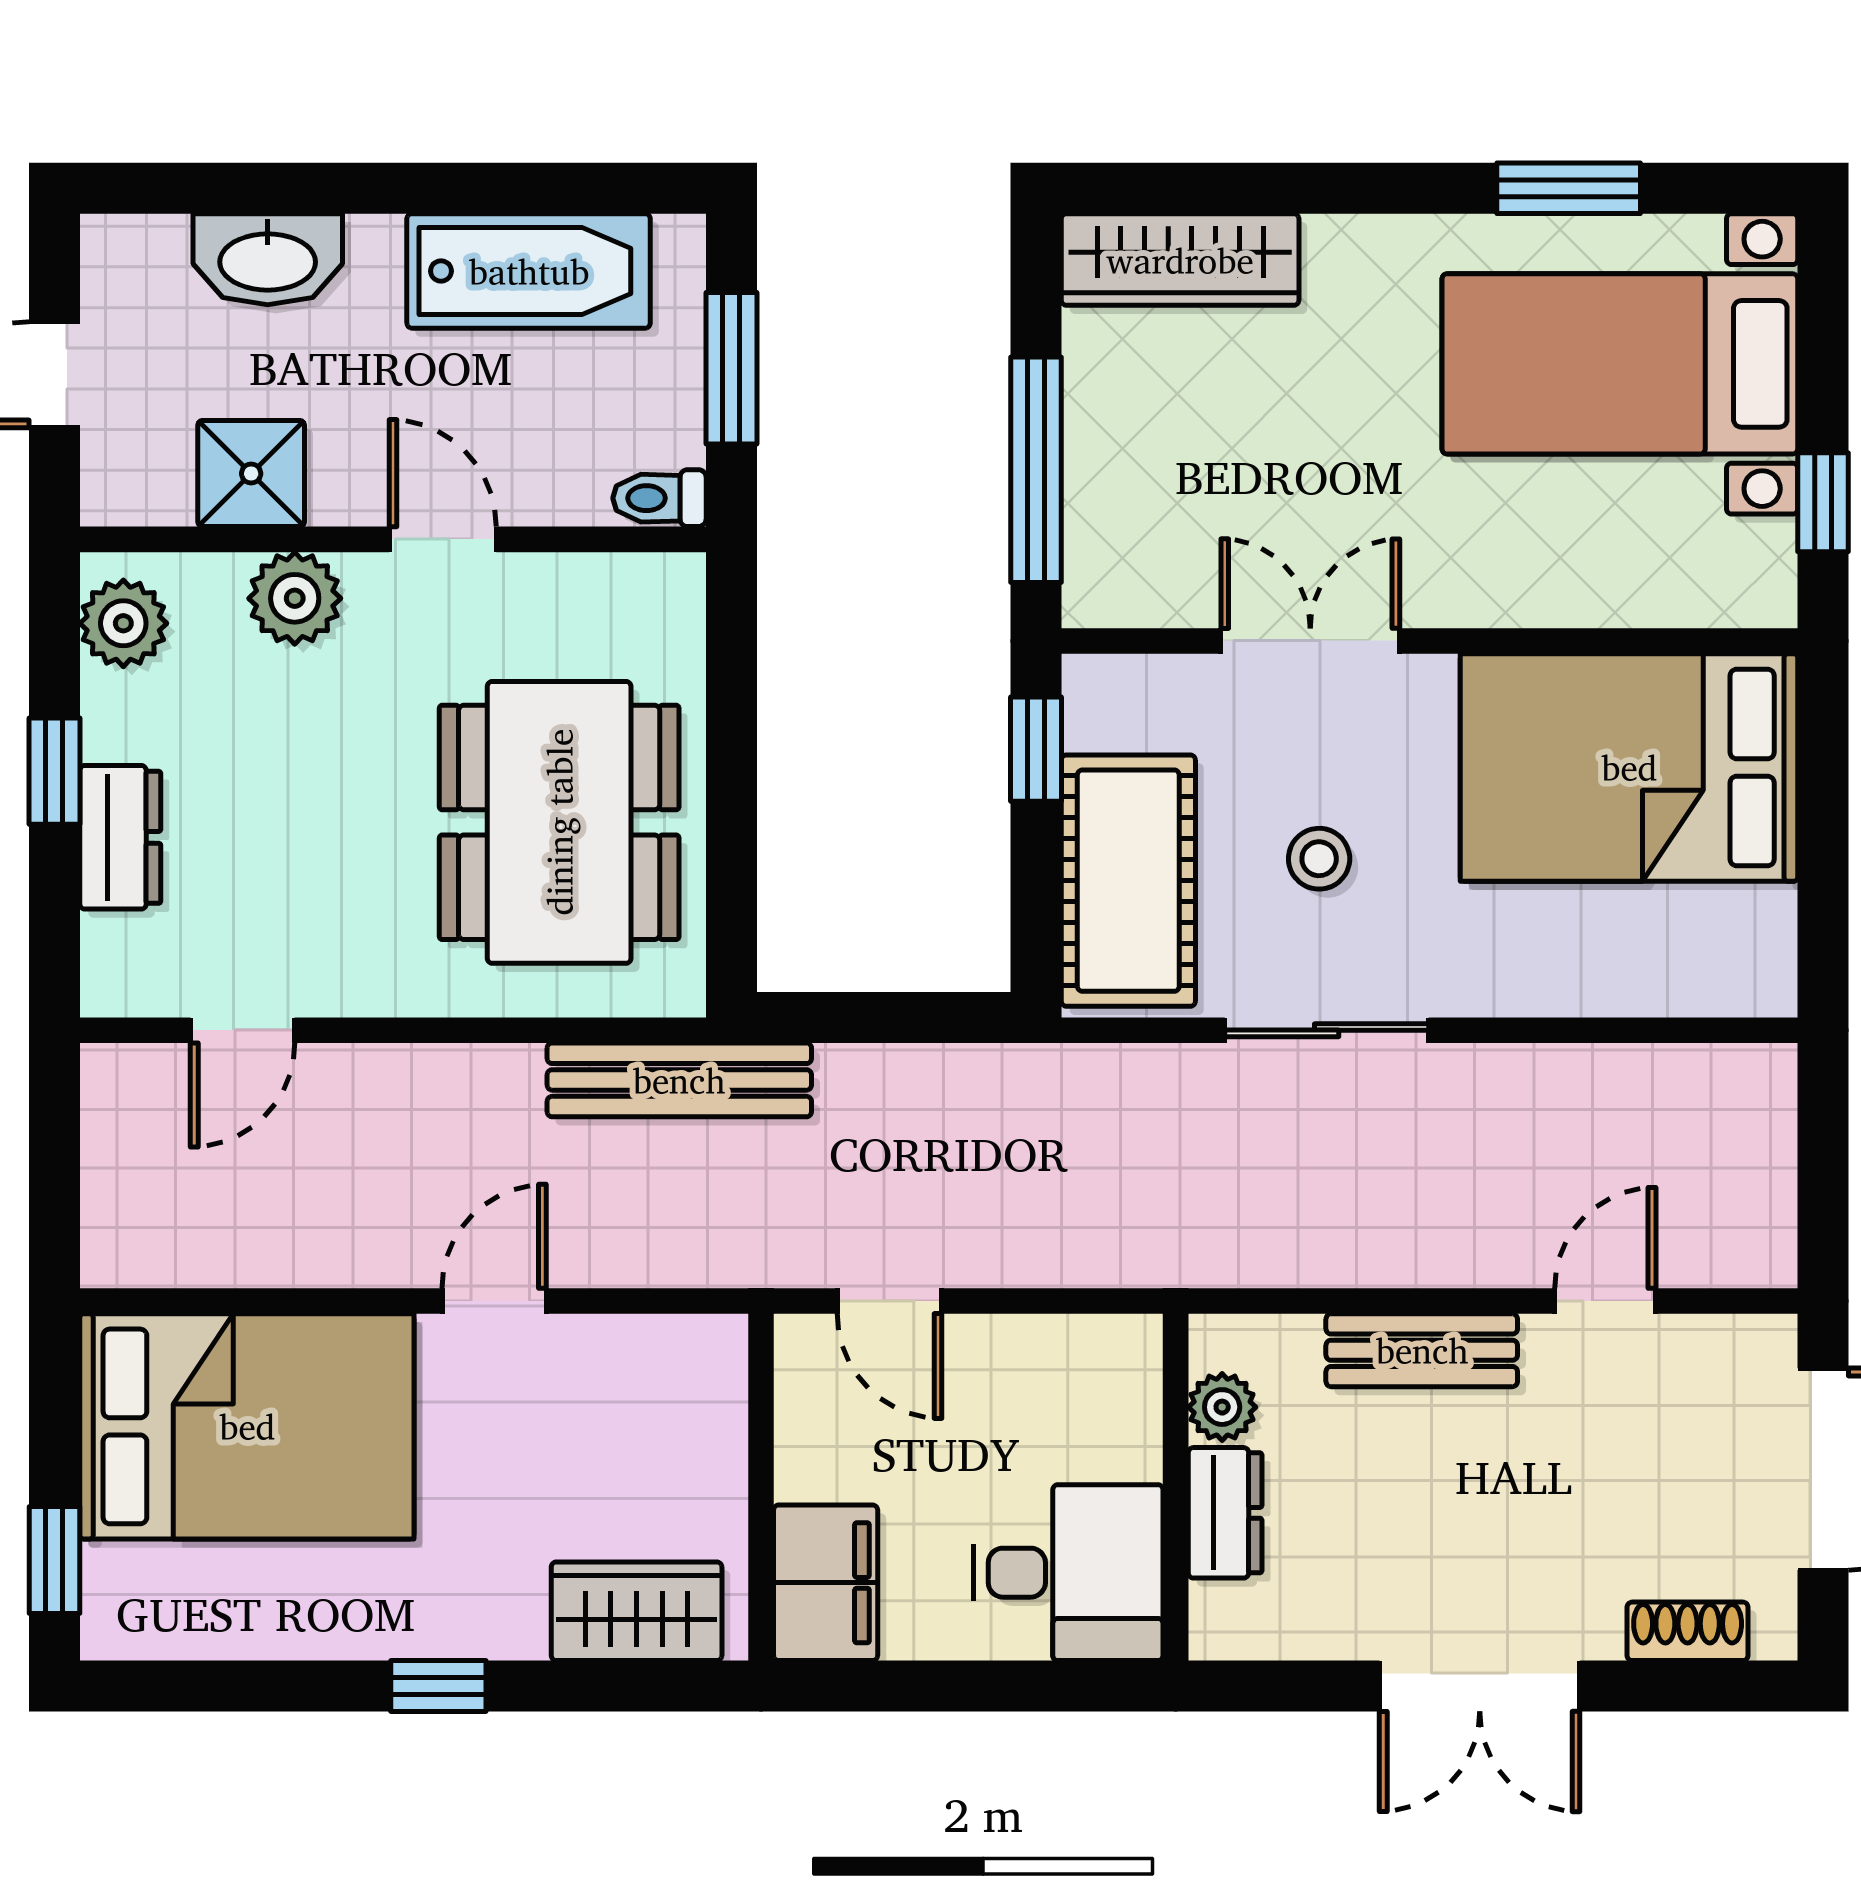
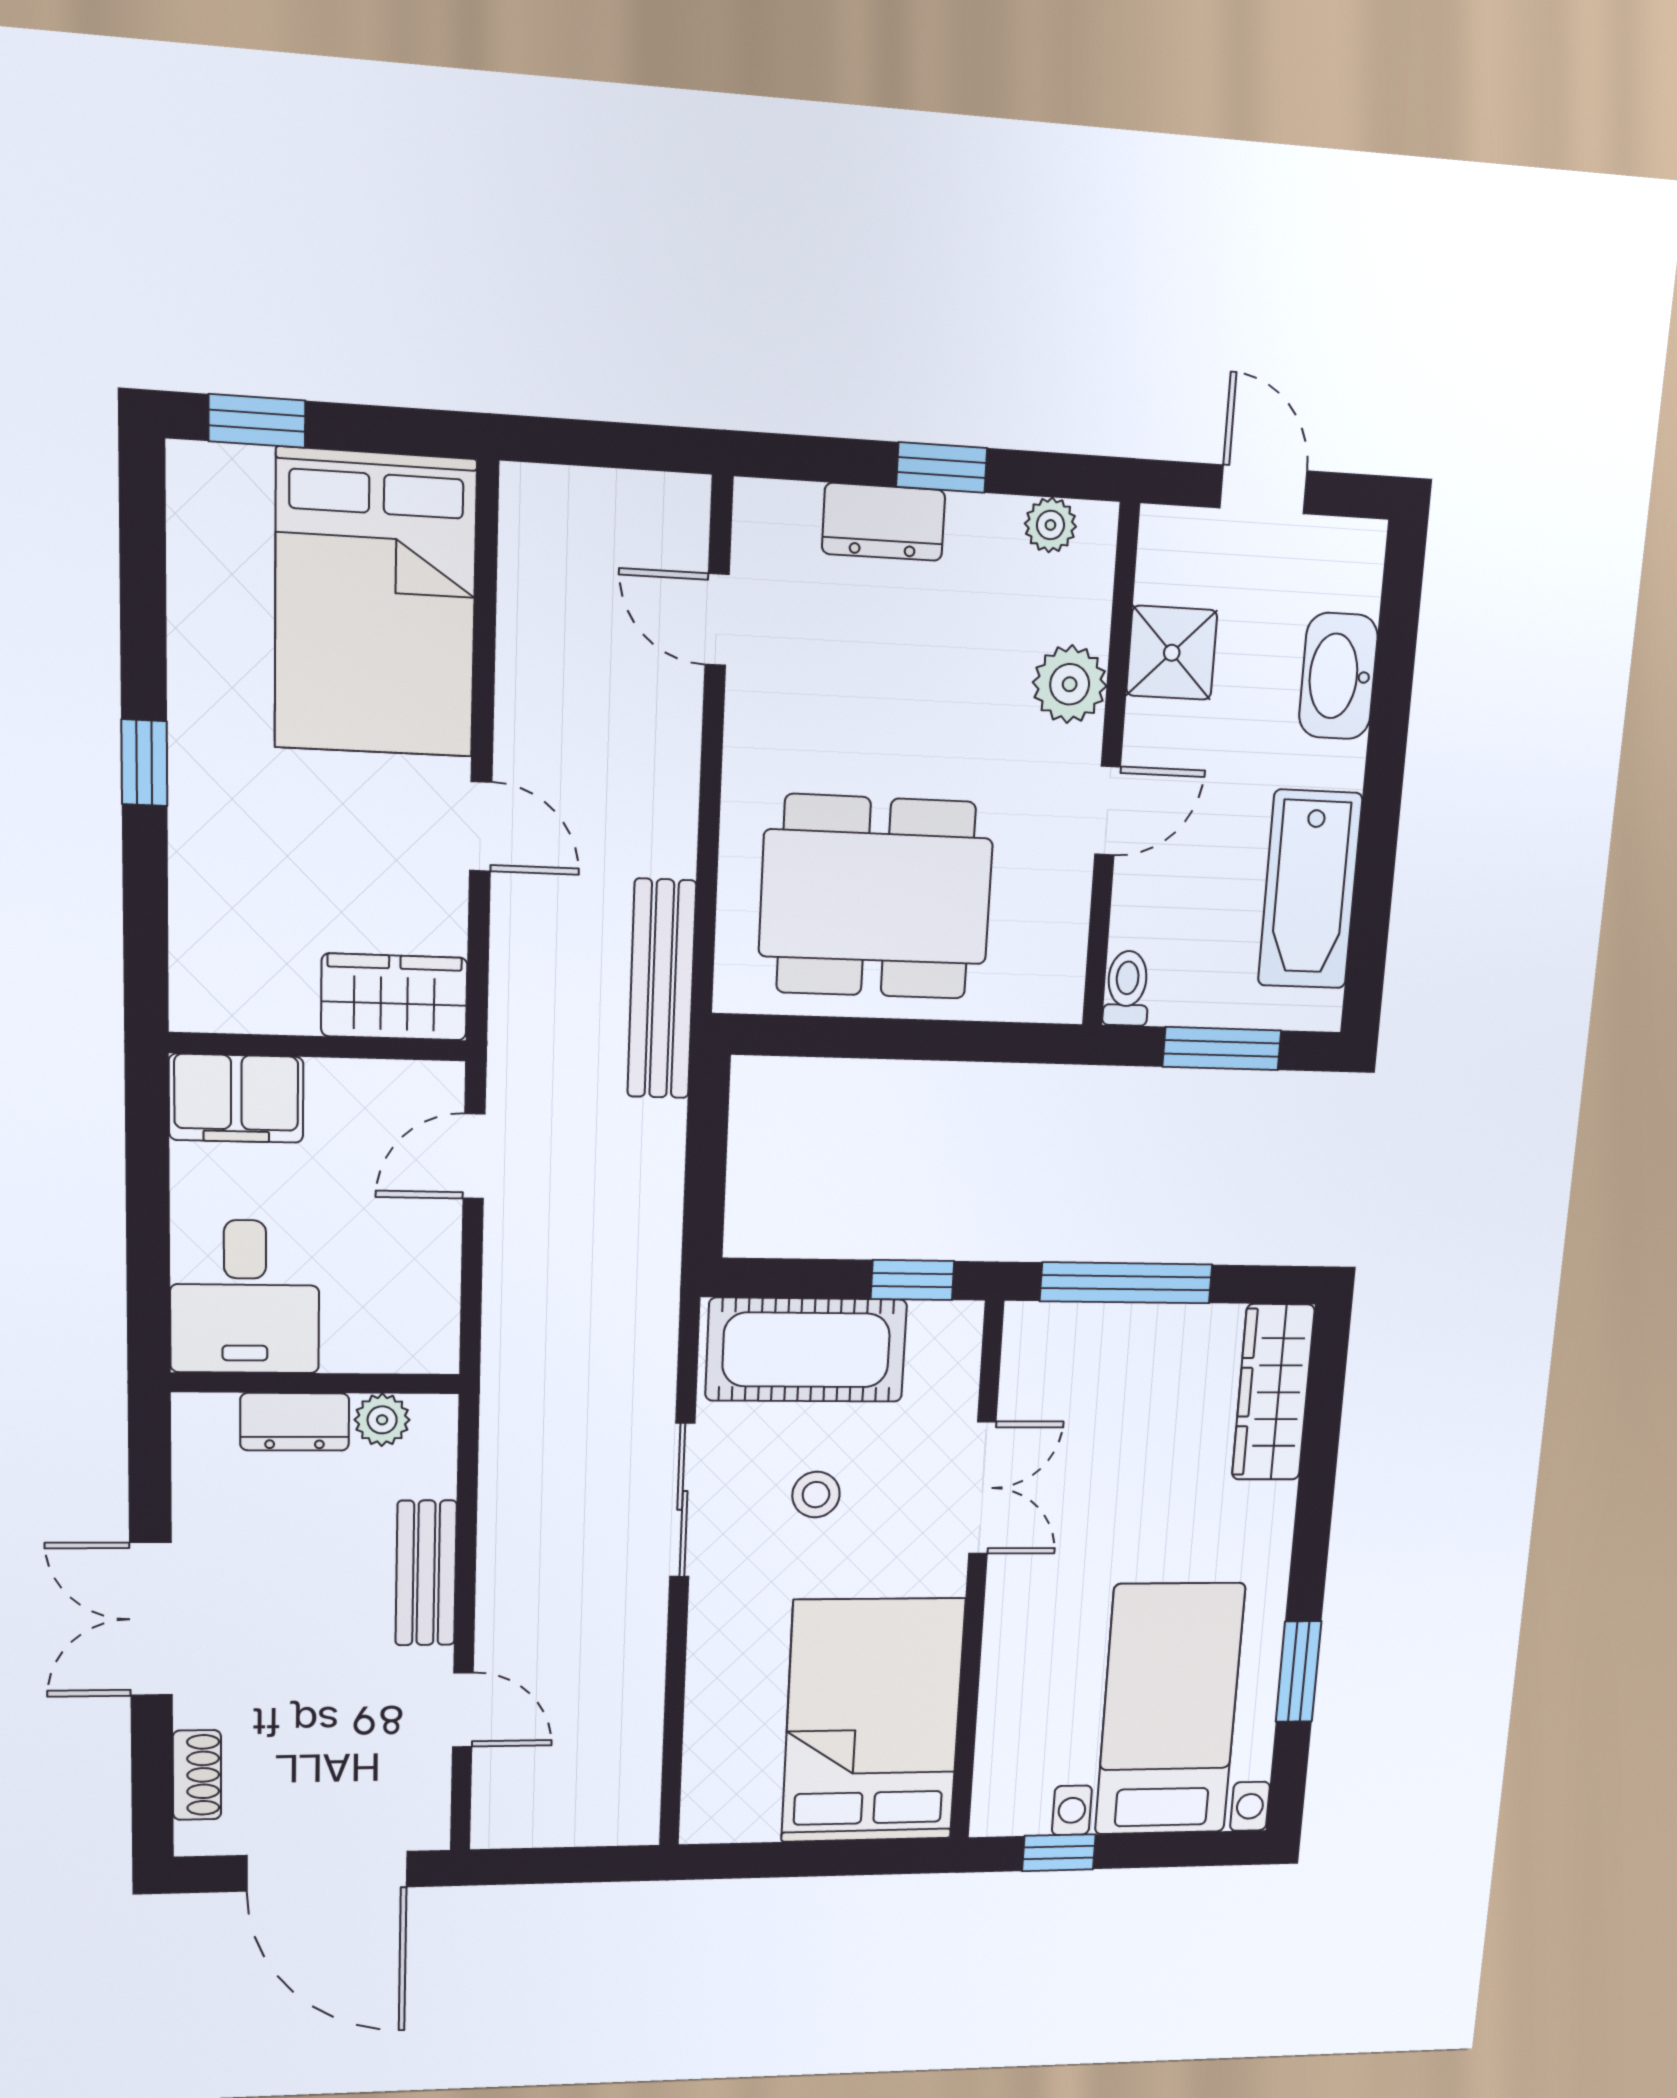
plant: (123, 623) -> (1050, 525), width x0.73, depth x0.73
wardrobe: (637, 1611) -> (394, 997), moved, turned -90

